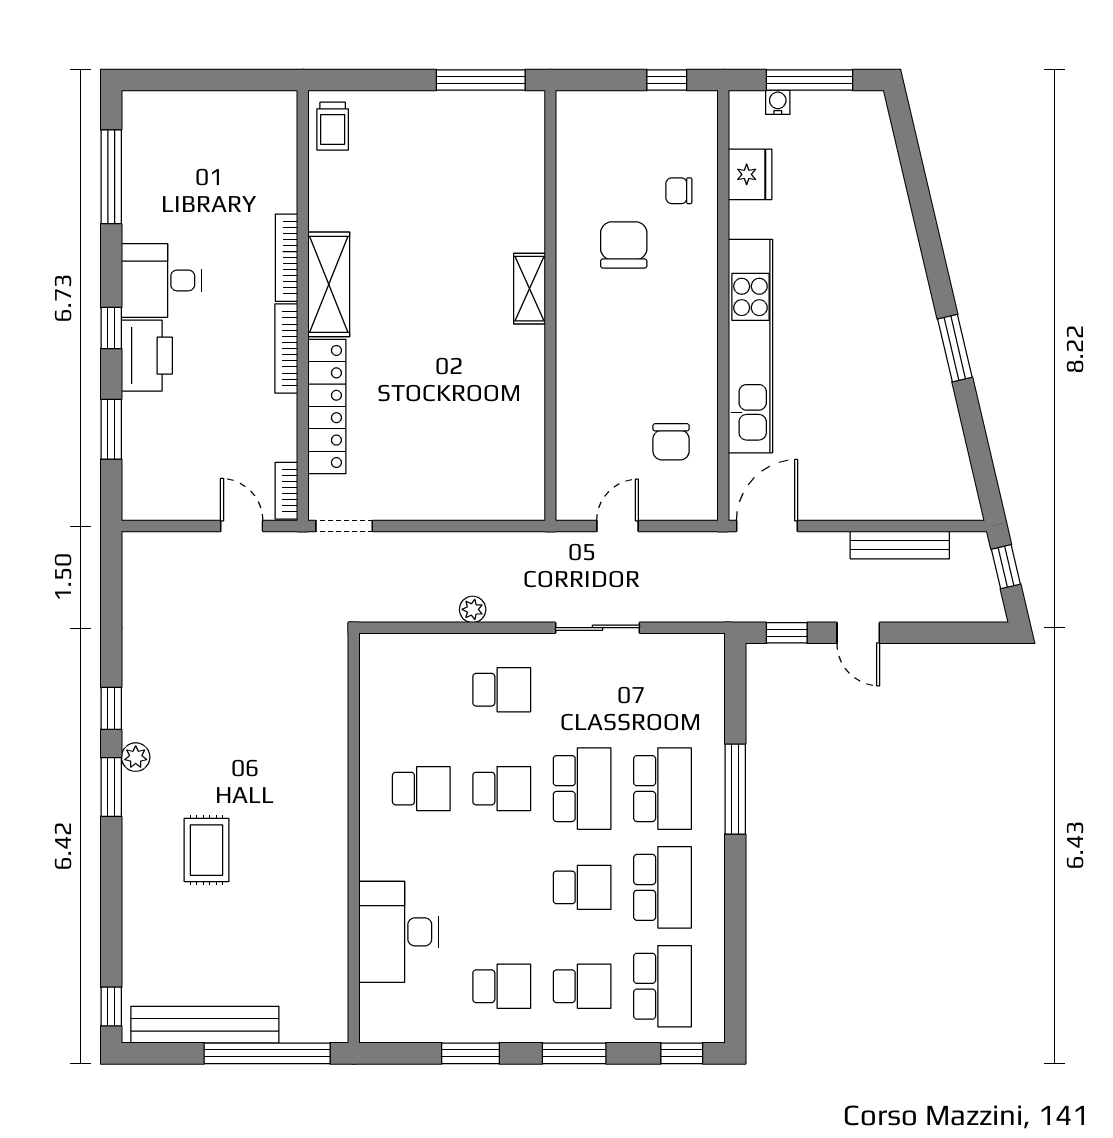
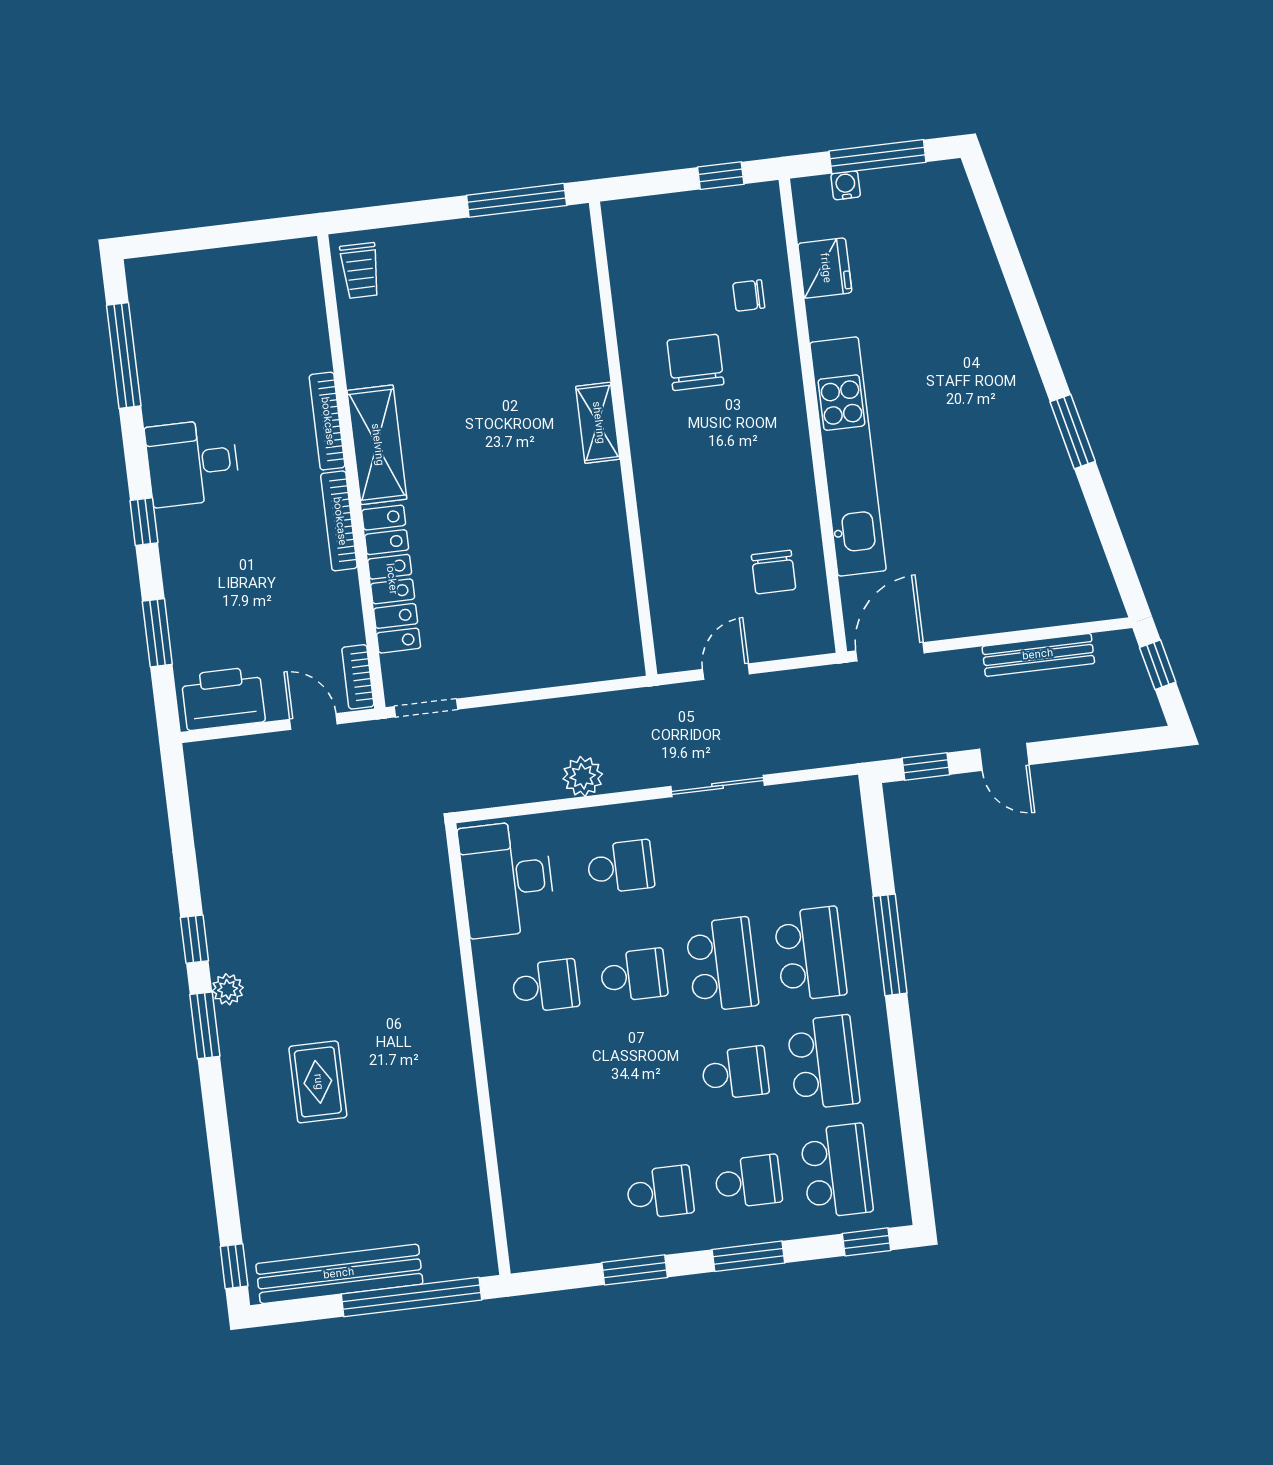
printer: (147, 356) -> (223, 698), moved, turned -90
plant: (473, 609) -> (583, 776), width x1.38, depth x1.38
desk: (398, 932) -> (507, 879), moved

